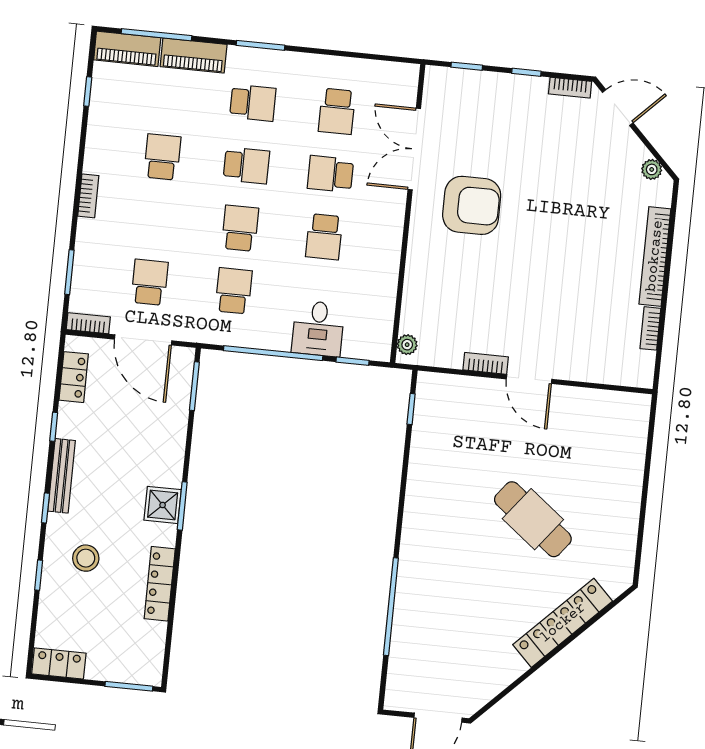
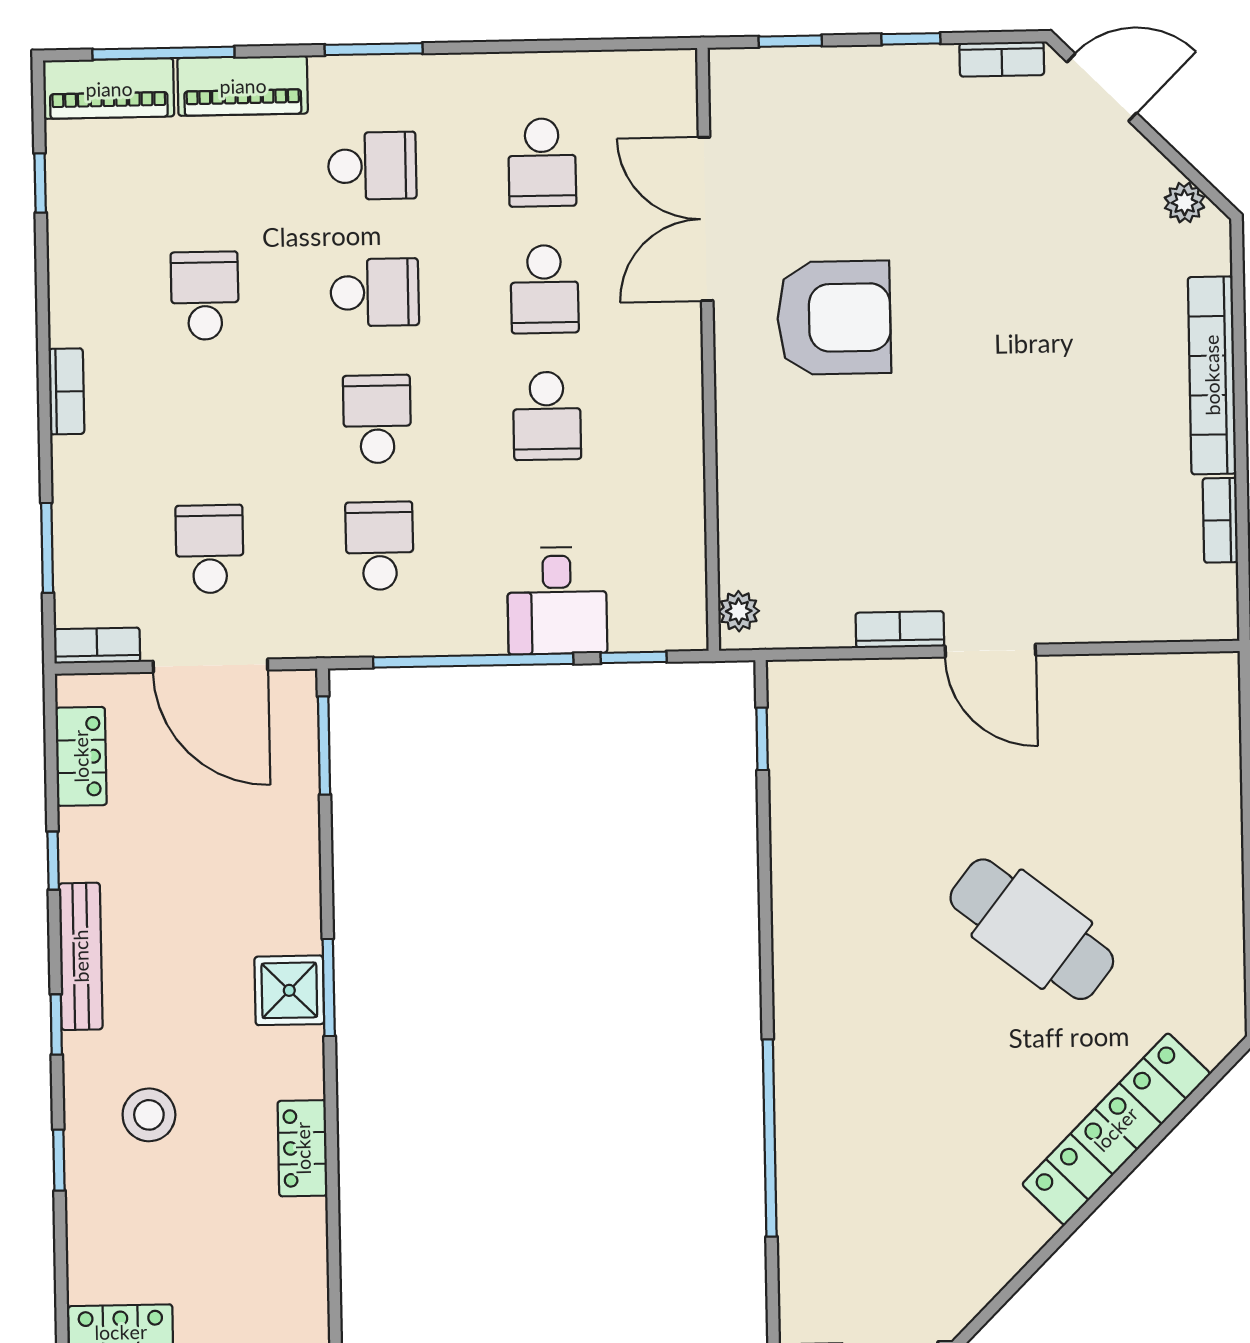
school desk: (330, 174) -> (544, 289), turned -90
locker: (160, 584) -> (303, 1148), width x0.66

